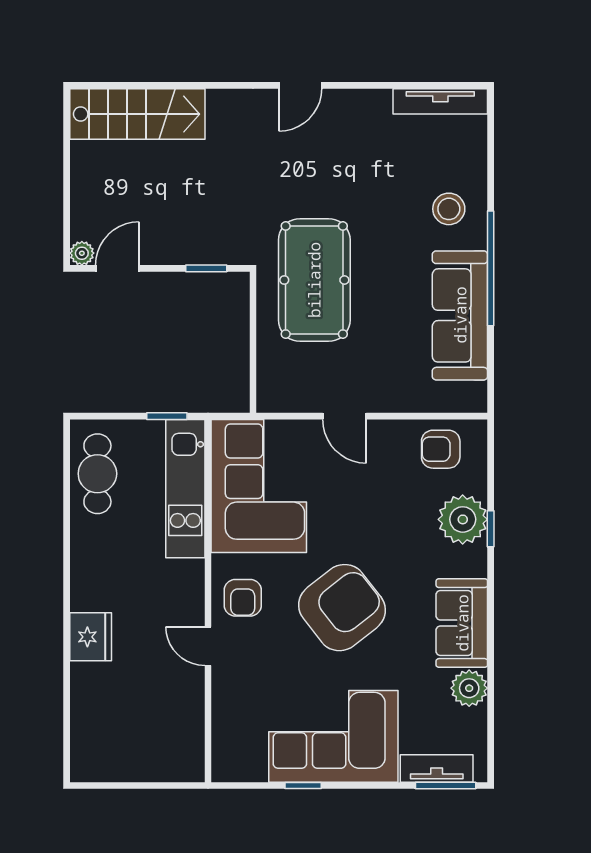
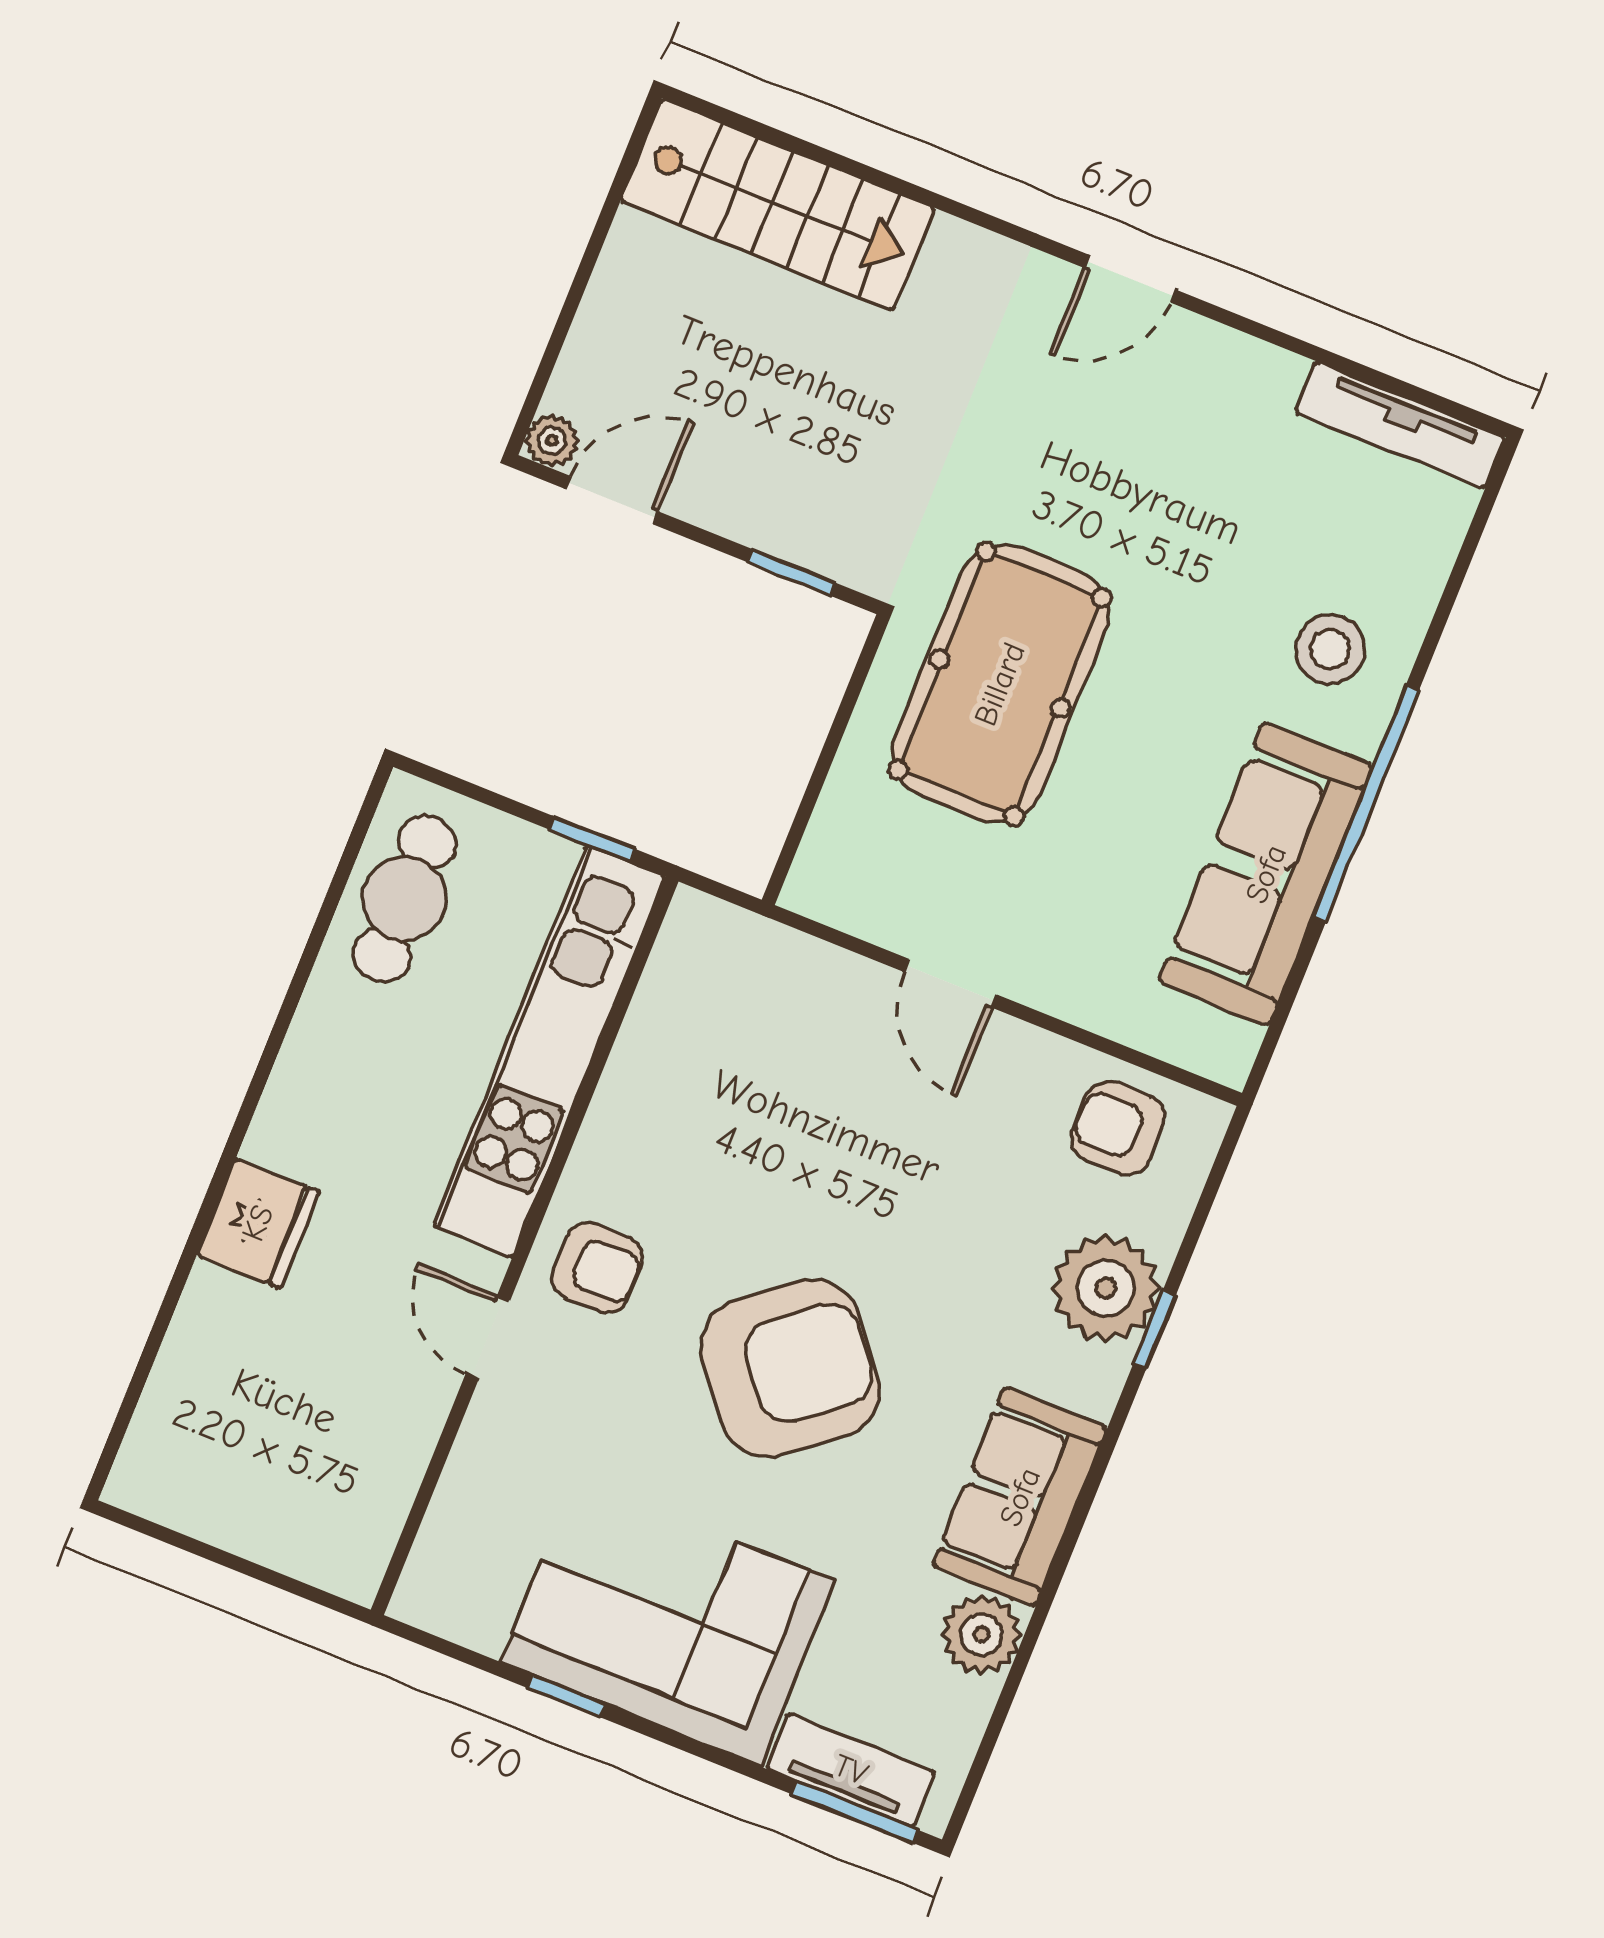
corner sofa: (259, 486) -> (721, 1055), removed
kitchen unit: (185, 489) -> (549, 1051), width x1.36
armchair: (243, 598) -> (597, 1268), turned -90

